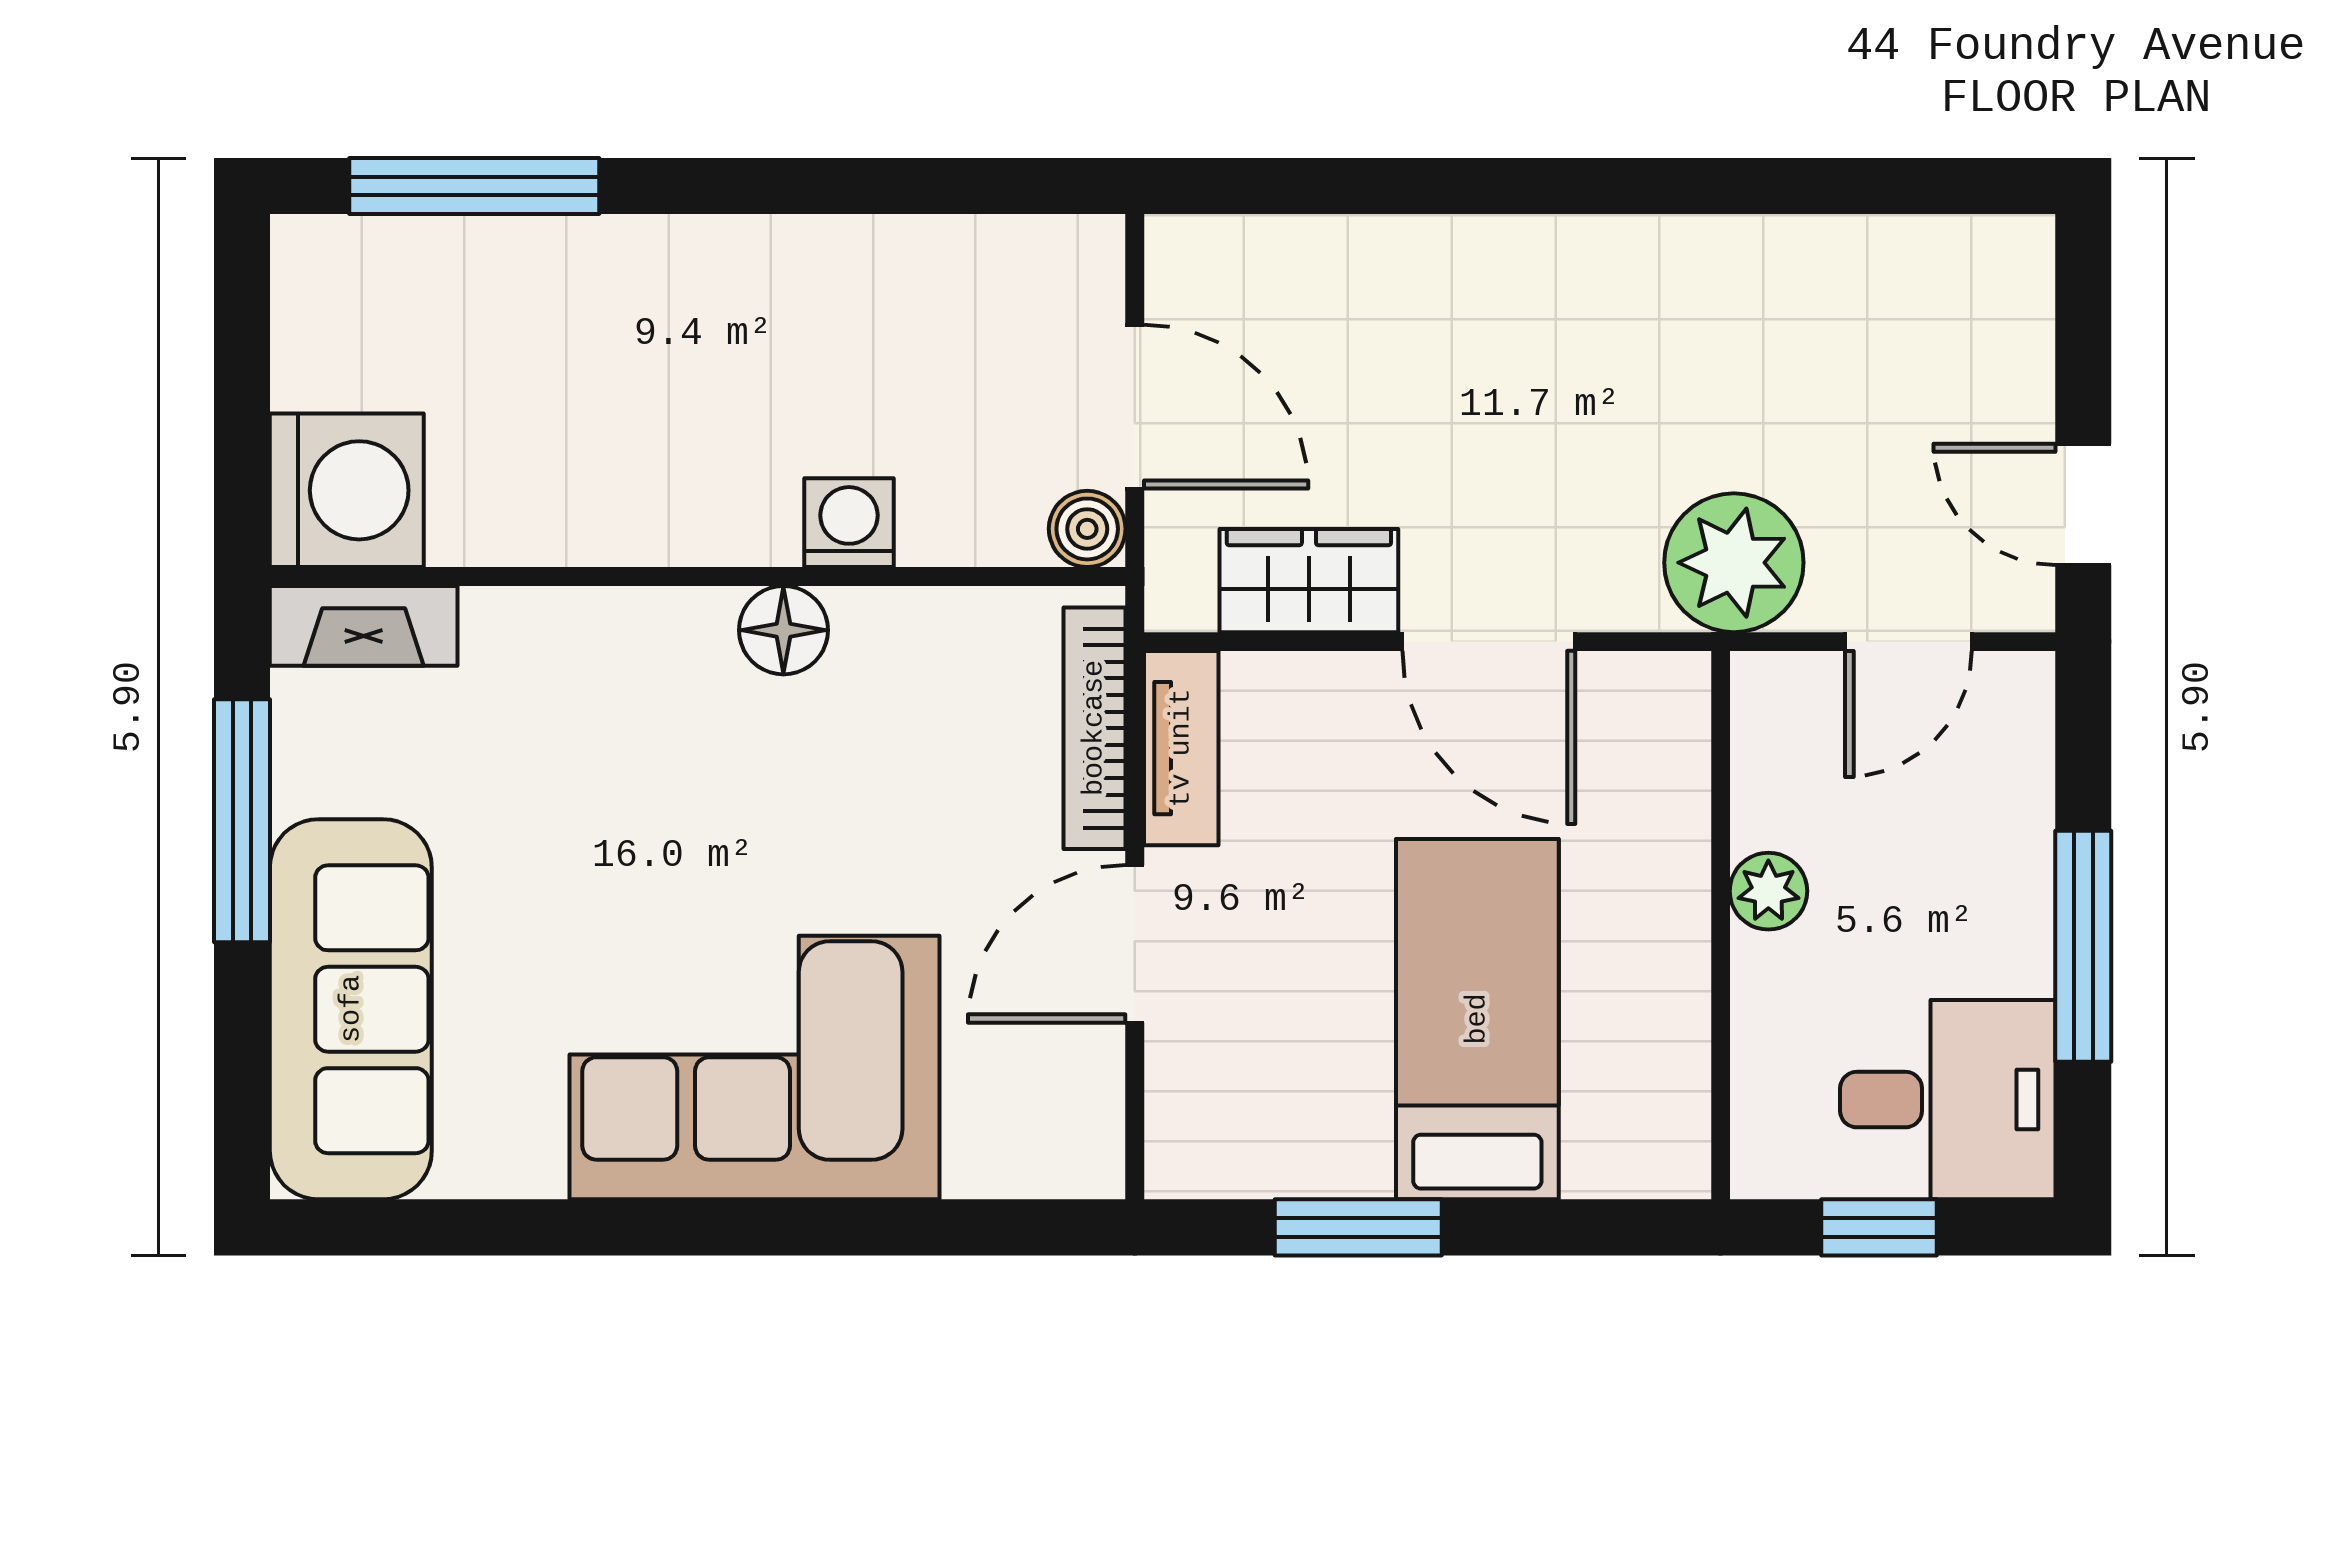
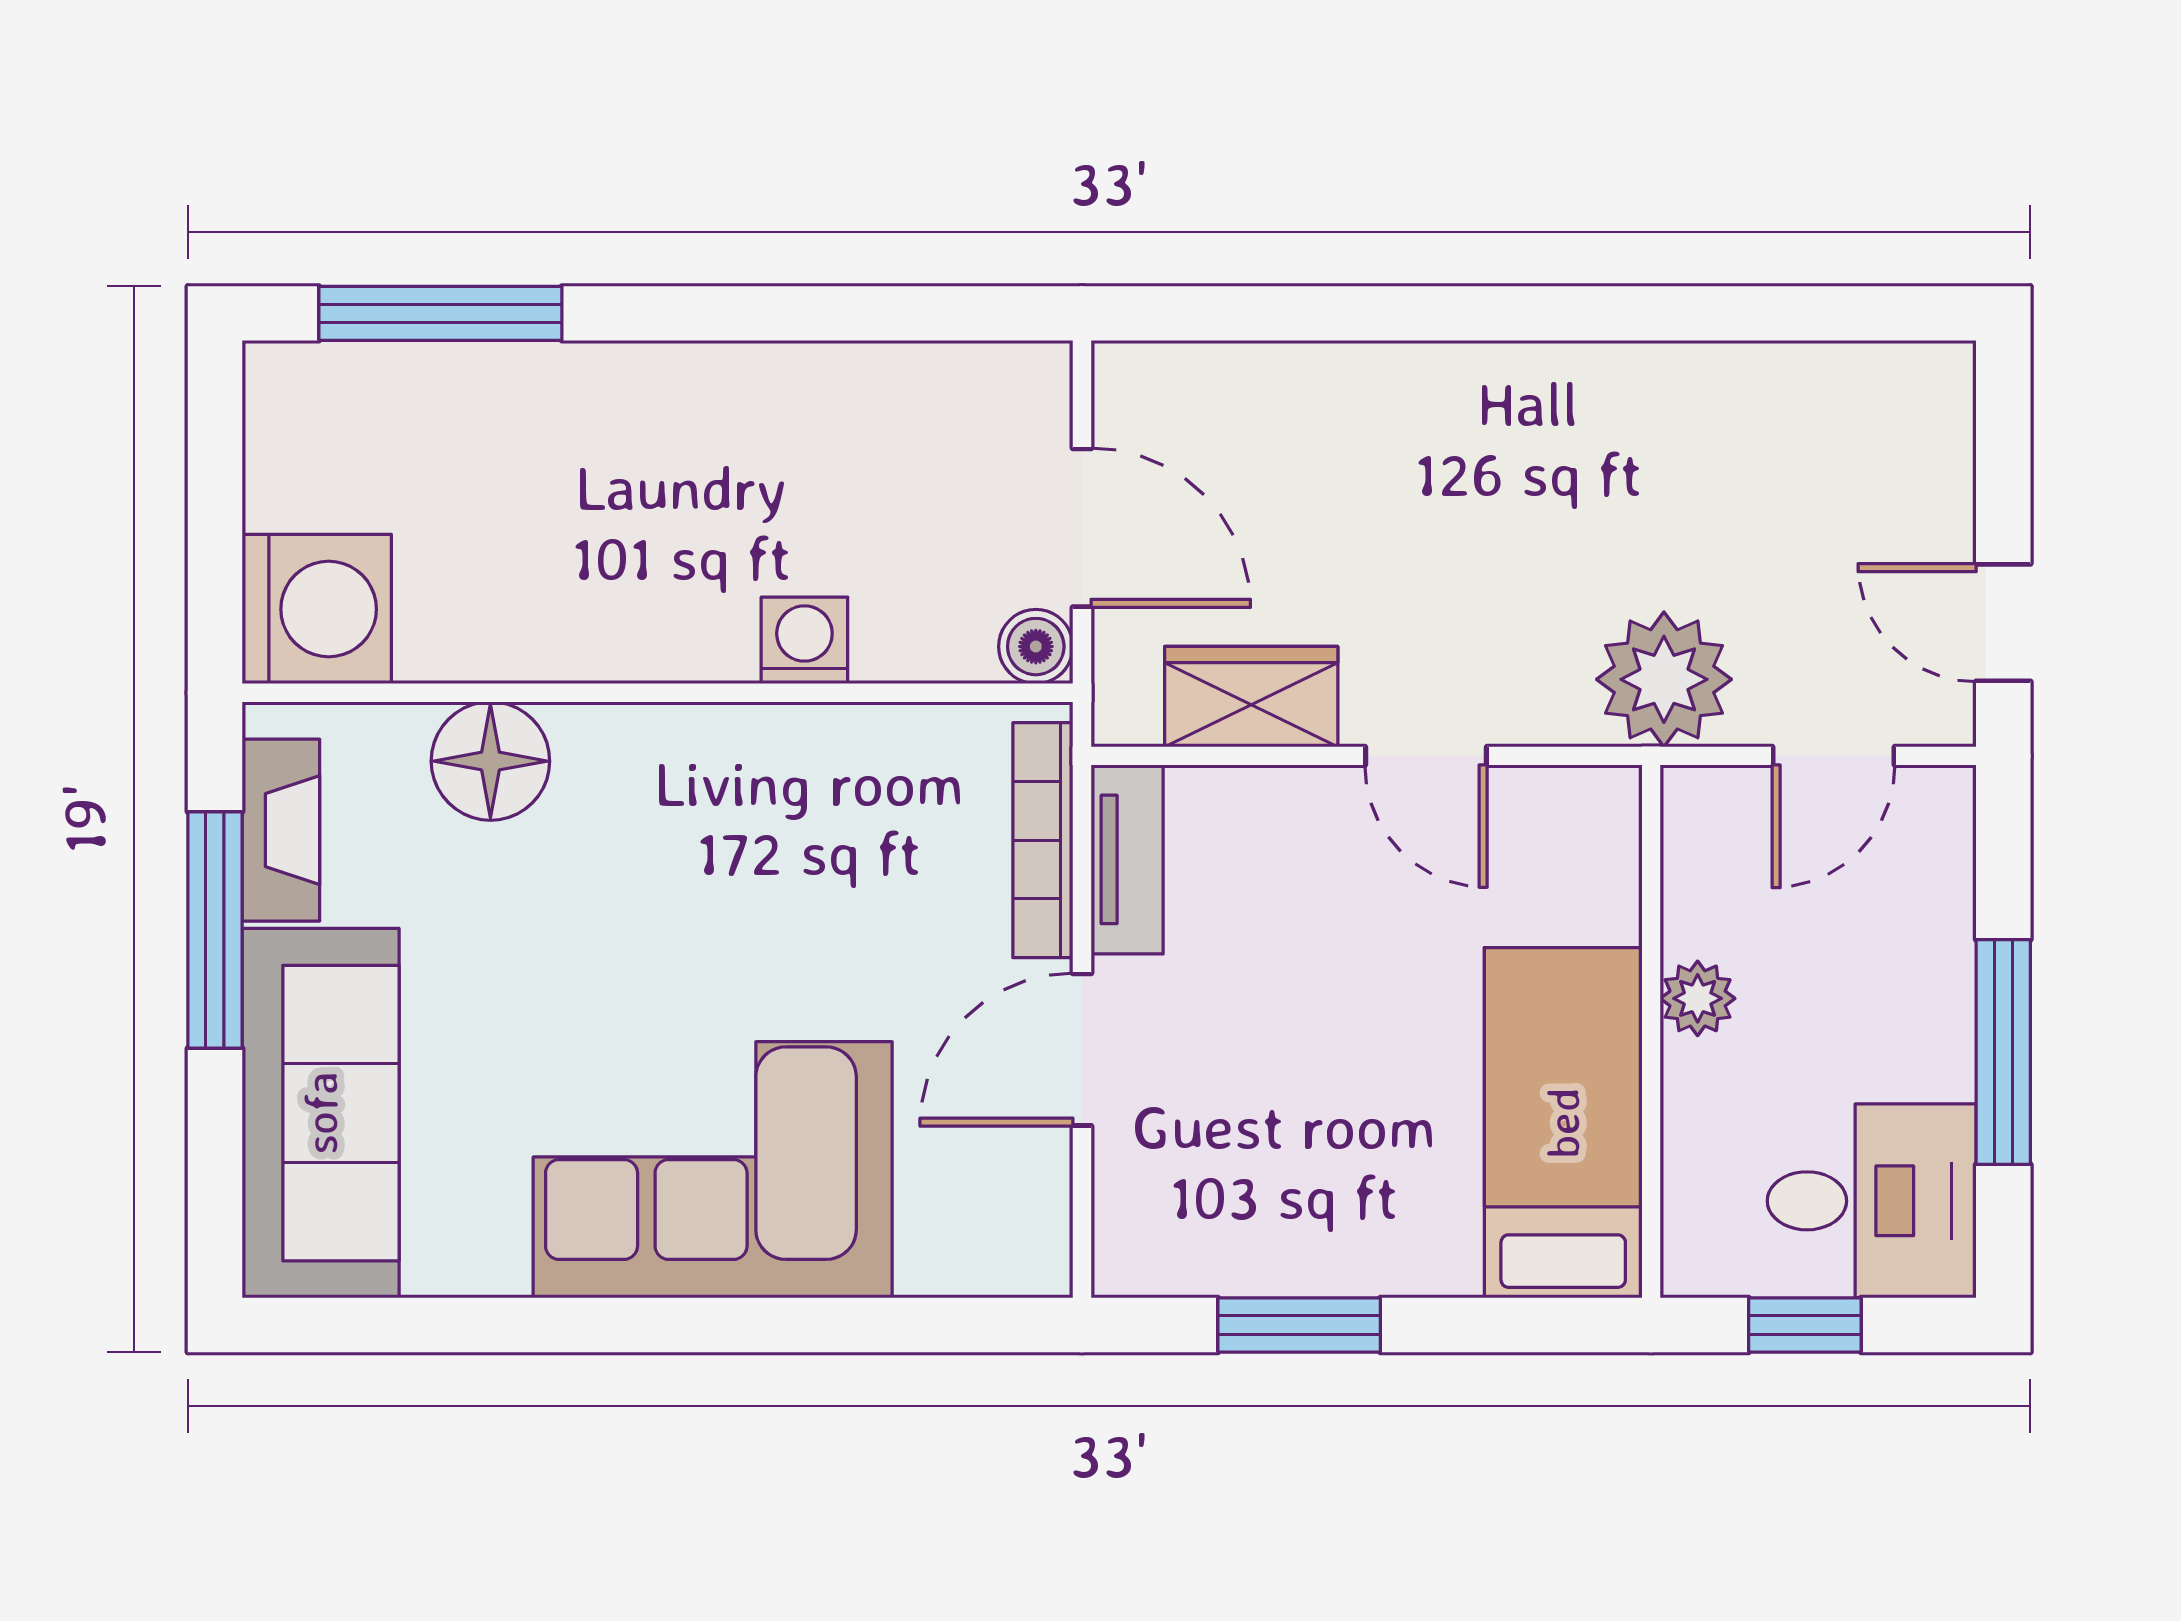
fireplace: (364, 626) -> (281, 830), moved, turned -90
floor lamp: (783, 630) -> (490, 761), moved, width x1.38, depth x1.38
door: (1489, 642) -> (1426, 756), width x0.73
bed: (1477, 1019) -> (1563, 1123), moved

